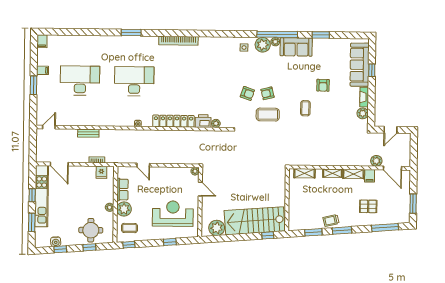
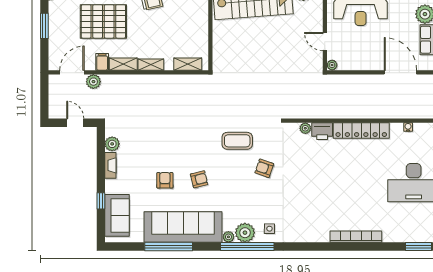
window: (277, 34) -> (247, 247), moved
window: (321, 35) -> (169, 247), width x2.11
sofa: (296, 47) -> (183, 227), width x1.85, depth x1.27
sofa: (360, 65) -> (117, 215), width x0.73
armchair: (267, 93) -> (199, 179), moved
coffee table: (305, 108) -> (188, 150), removed
door: (390, 130) -> (75, 123), hinge flipped
door: (143, 165) -> (400, 72), width x1.88
door: (392, 168) -> (72, 72), hinge flipped
pallet: (368, 206) -> (103, 21), width x2.05, depth x2.00

